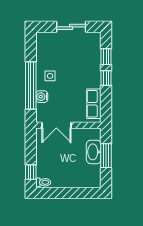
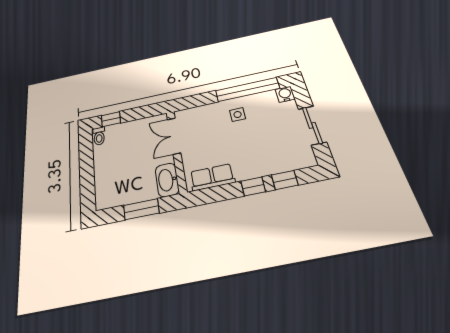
window: (31, 85) -> (247, 90), moved
water cooler: (42, 97) -> (285, 94), moved
washbasin: (94, 152) -> (167, 180), moved, turned -90

